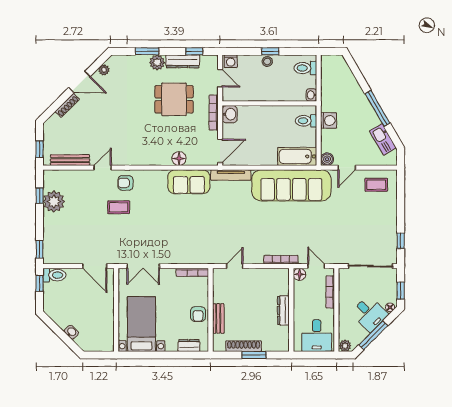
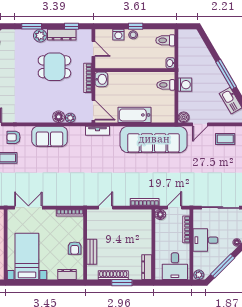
washing machine: (231, 61) -> (118, 35), moved
door: (220, 151) -> (93, 110), hinge flipped
bathtub: (297, 156) -> (134, 115), moved
plant: (193, 160) -> (70, 118), added
tv unit: (231, 175) -> (97, 131), width x0.71
sofa: (189, 182) -> (50, 136), moved
double door: (143, 266) -> (28, 208), swing flipped
door: (316, 266) -> (174, 208), hinge flipped
dresser: (283, 310) -> (147, 267), moved
desk: (369, 314) -> (205, 240), moved, turned 135

